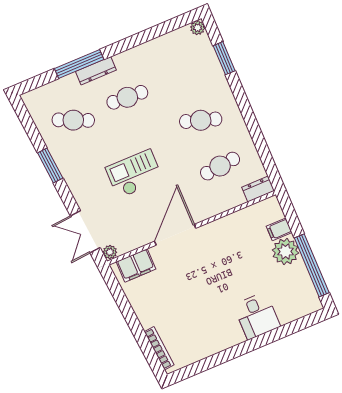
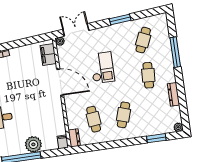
dresser: (96, 71) -> (174, 94), moved
filing cabinet: (279, 229) -> (63, 142), moved

